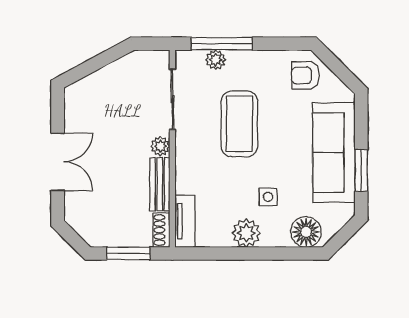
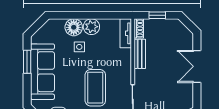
plant: (160, 146) -> (139, 75), removed
floor lamp: (306, 232) -> (74, 27), moved
window: (128, 254) -> (157, 15), width x0.67

